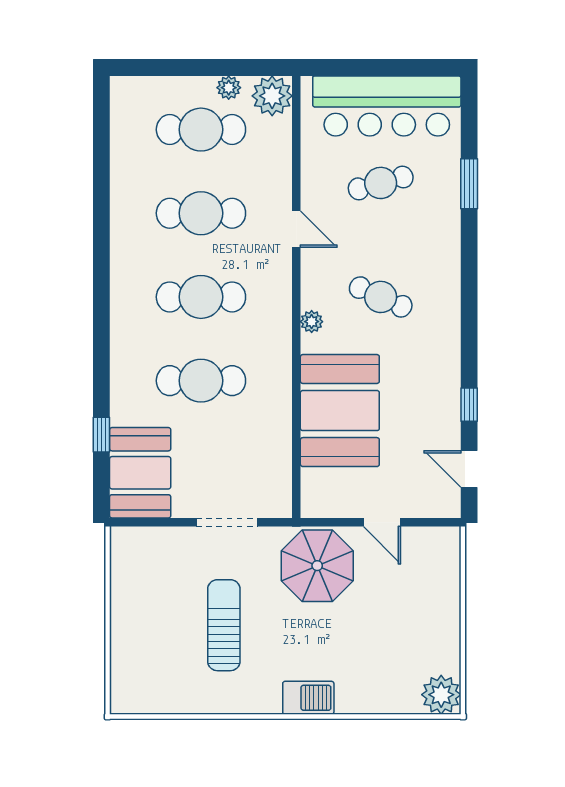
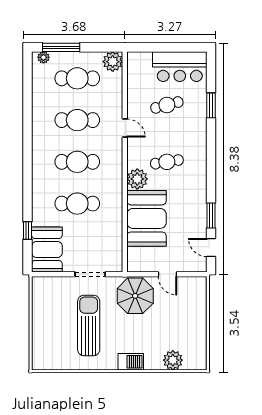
window: (169, 67) -> (61, 47), added
plant: (229, 88) -> (43, 57), moved
bar counter: (387, 106) -> (180, 67), width x0.73
cafe table: (381, 297) -> (167, 162), turned -33
plant: (312, 322) -> (137, 179), width x1.88, depth x1.88
window: (469, 405) -> (211, 216), width x1.50
sun lounger: (224, 625) -> (89, 326), width x1.36, depth x1.34
plant: (441, 695) -> (173, 360), moved

